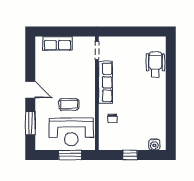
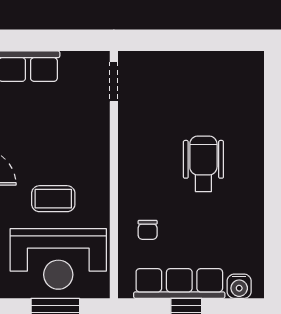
wheelchair: (155, 64) -> (203, 164), moved
row of seats: (105, 82) -> (179, 284), moved, turned -90

